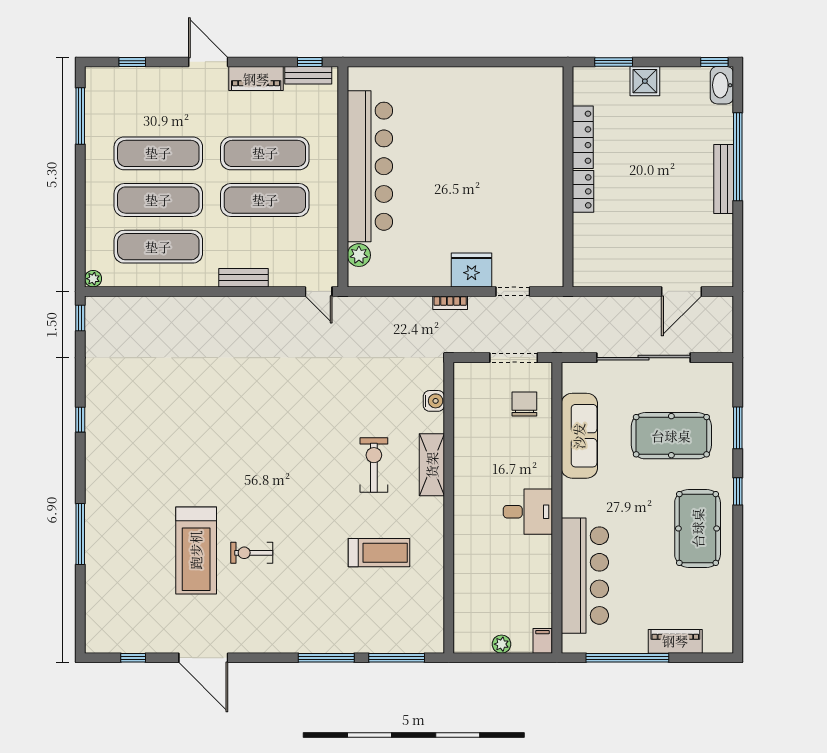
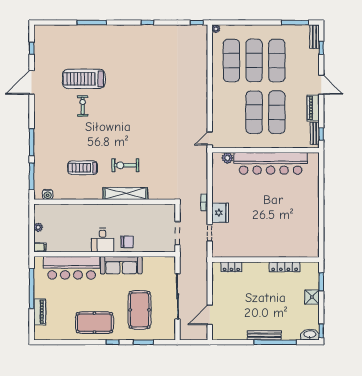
door: (208, 62) -> (321, 85), hinge flipped
locker: (583, 191) -> (231, 267), moved
bench: (244, 278) -> (315, 37), moved
door: (682, 291) -> (210, 315), hinge flipped
water cooler: (434, 401) -> (48, 194), moved
chair: (524, 404) -> (127, 242), moved
sofa: (579, 436) -> (121, 265), moved
exercise bike: (374, 465) -> (125, 165), turned 180
shelving: (432, 465) -> (125, 193), width x1.47
treadmill: (379, 553) -> (83, 168), turned 90

